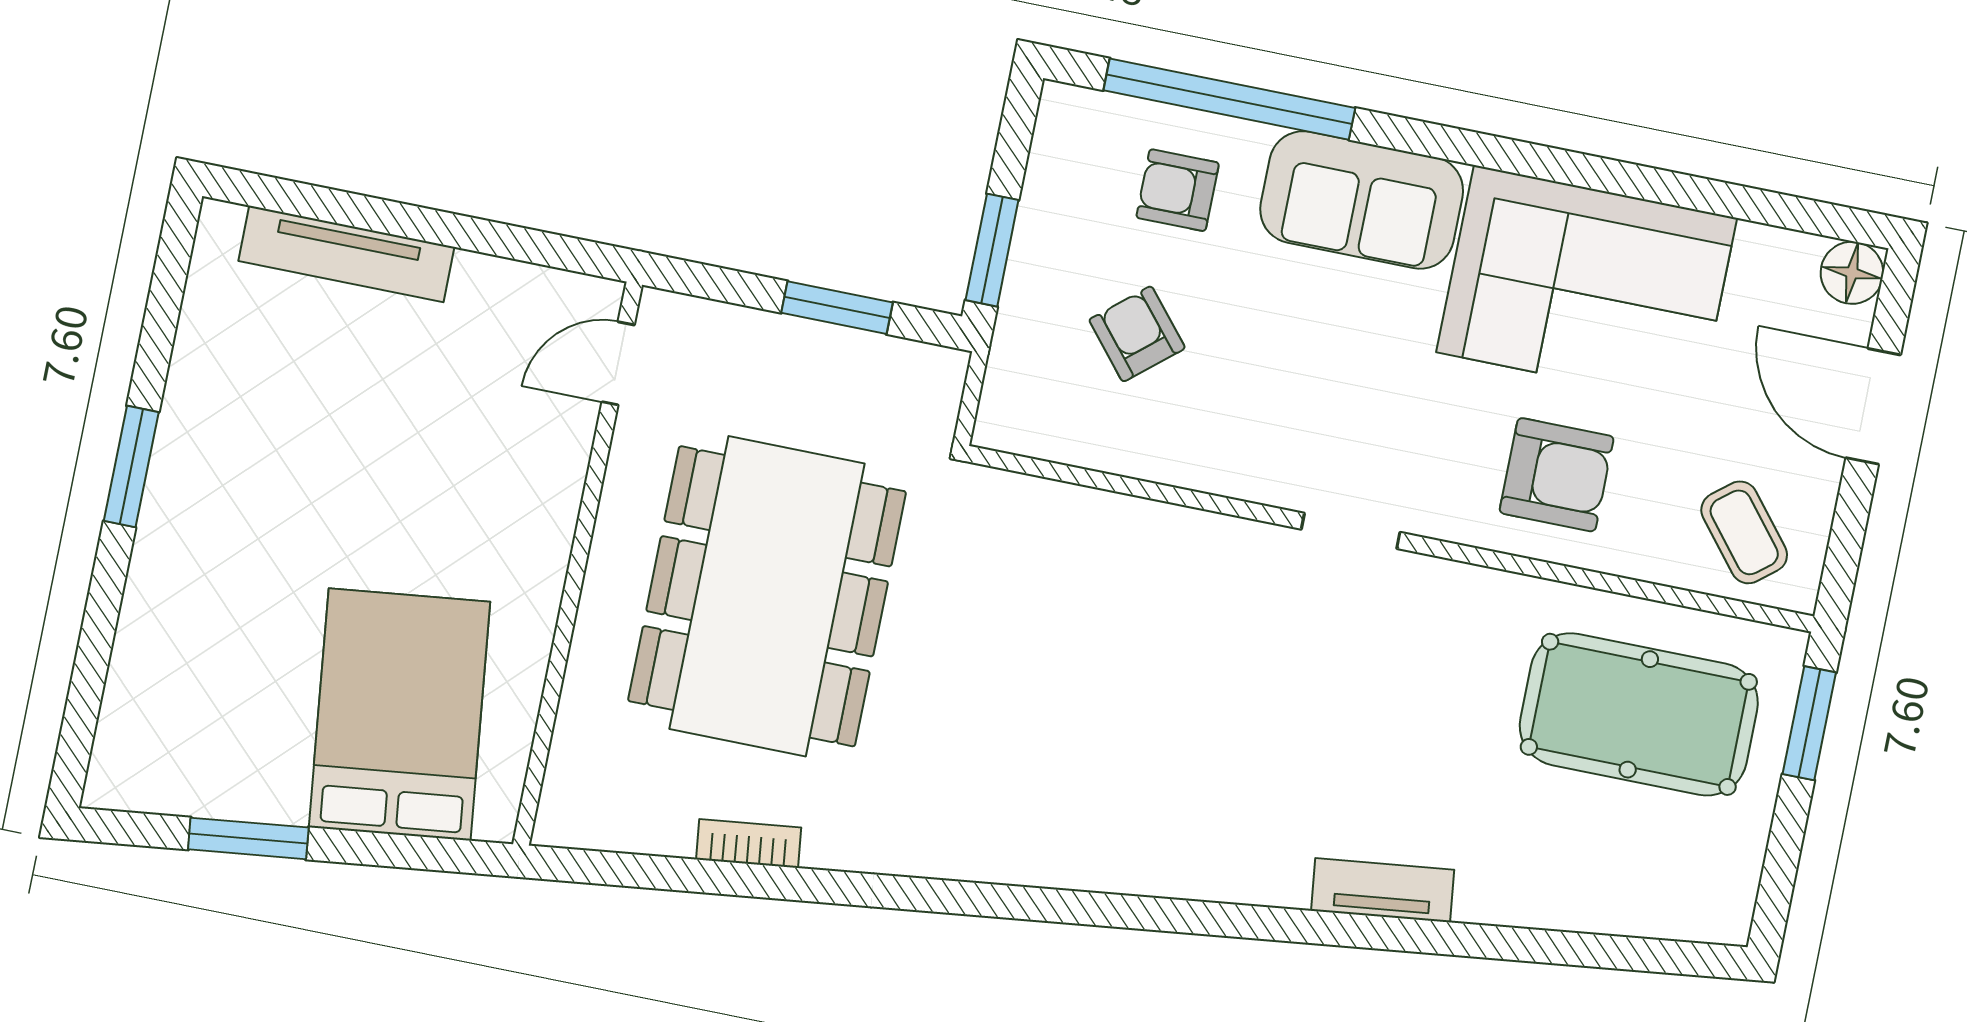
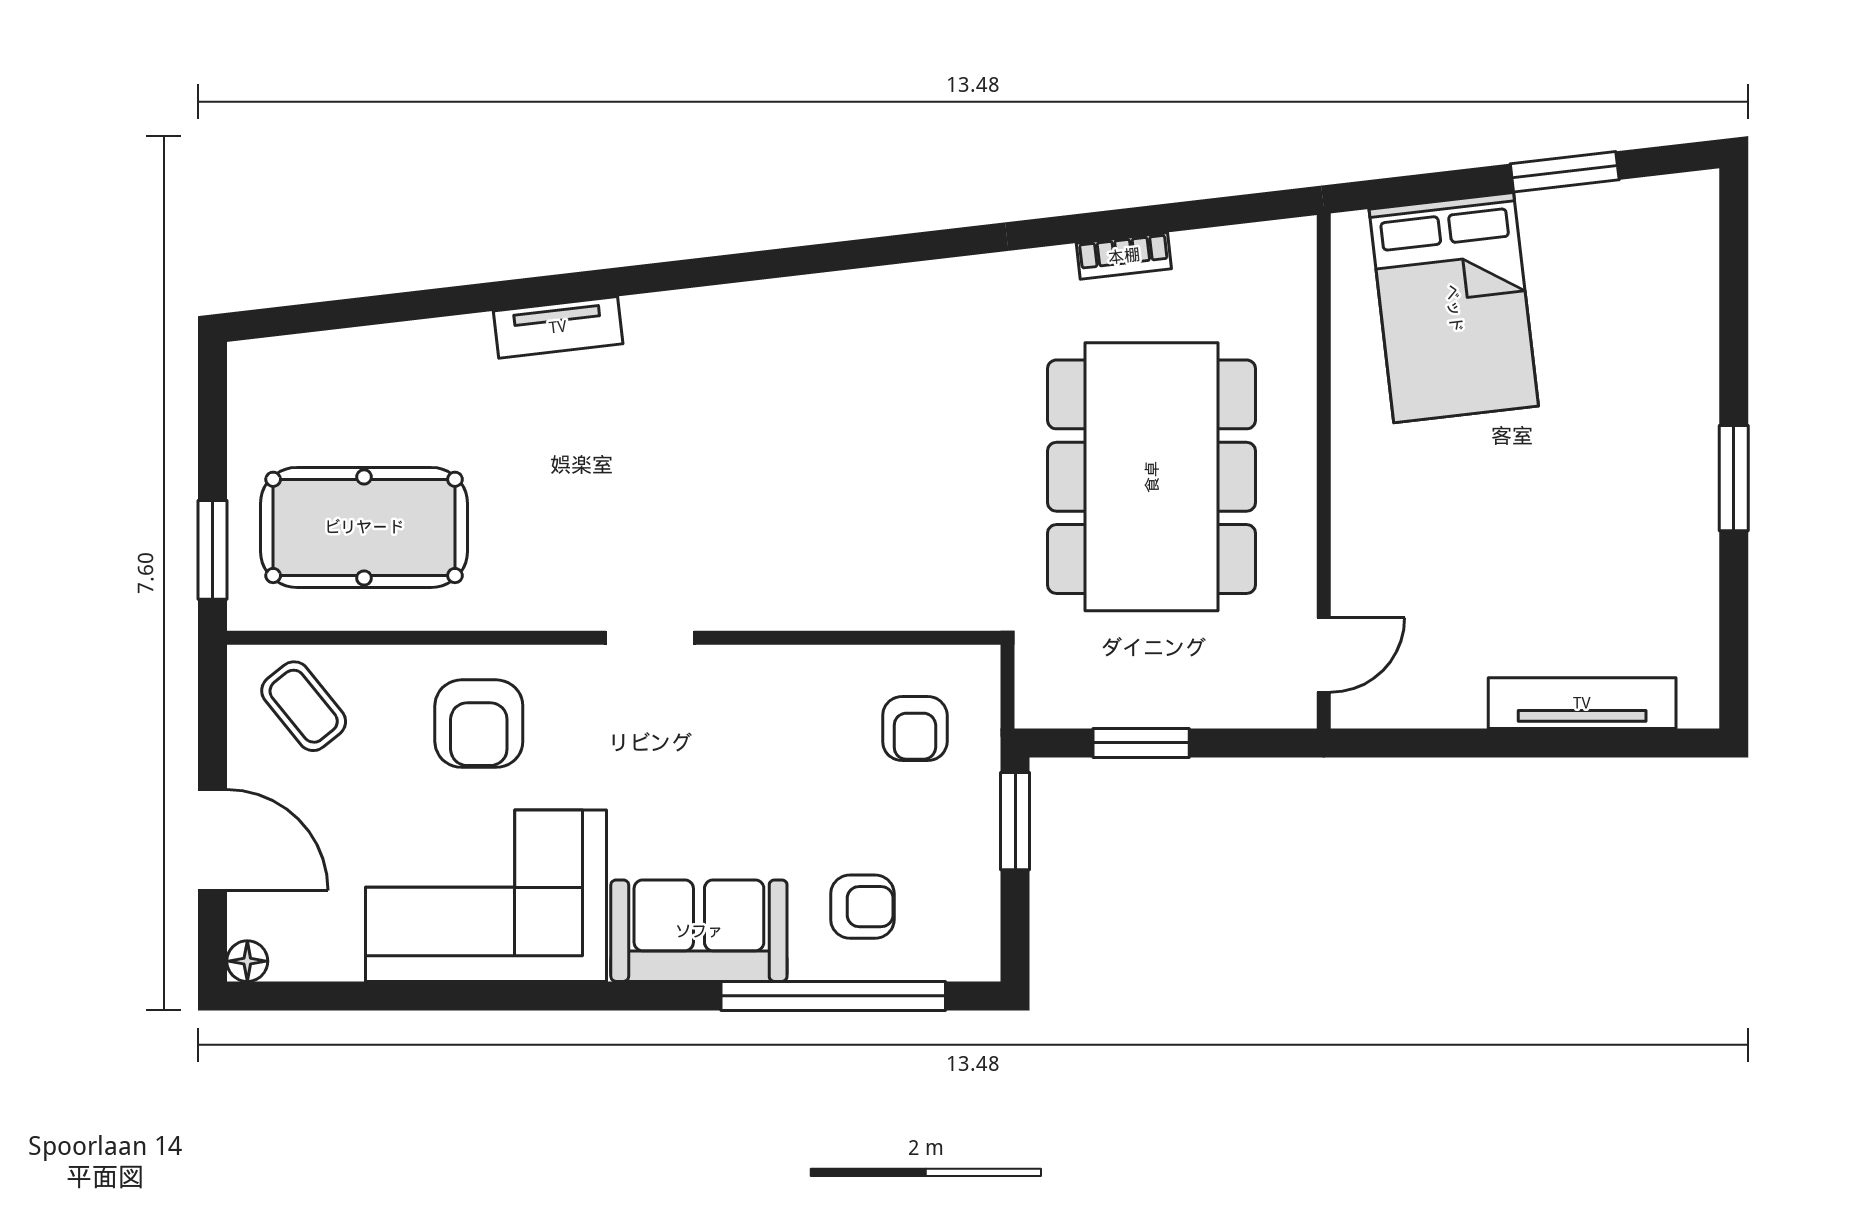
floor lamp: (1852, 273) -> (247, 961), width x0.73, depth x0.73
armchair: (1137, 334) -> (915, 729), moved, turned 40
armchair: (1557, 475) -> (479, 724), turned -90

